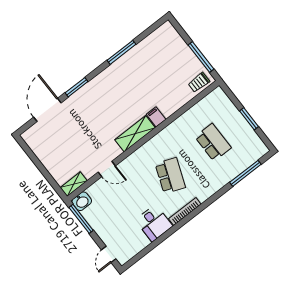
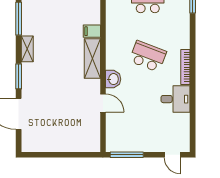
door: (107, 169) -> (103, 103), hinge flipped
shelving: (74, 184) -> (27, 49), moved
washbasin: (82, 201) -> (113, 79), moved

